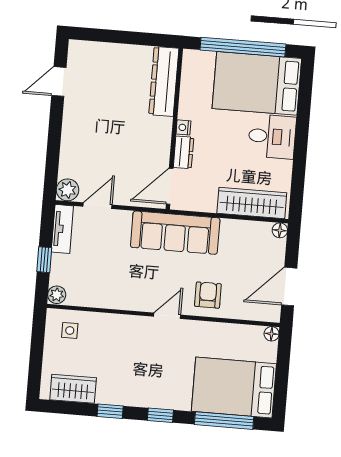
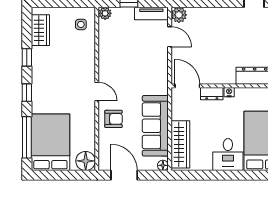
sofa: (175, 233) -> (155, 126), moved
floor lamp: (272, 334) -> (86, 161), width x1.89, depth x1.89

